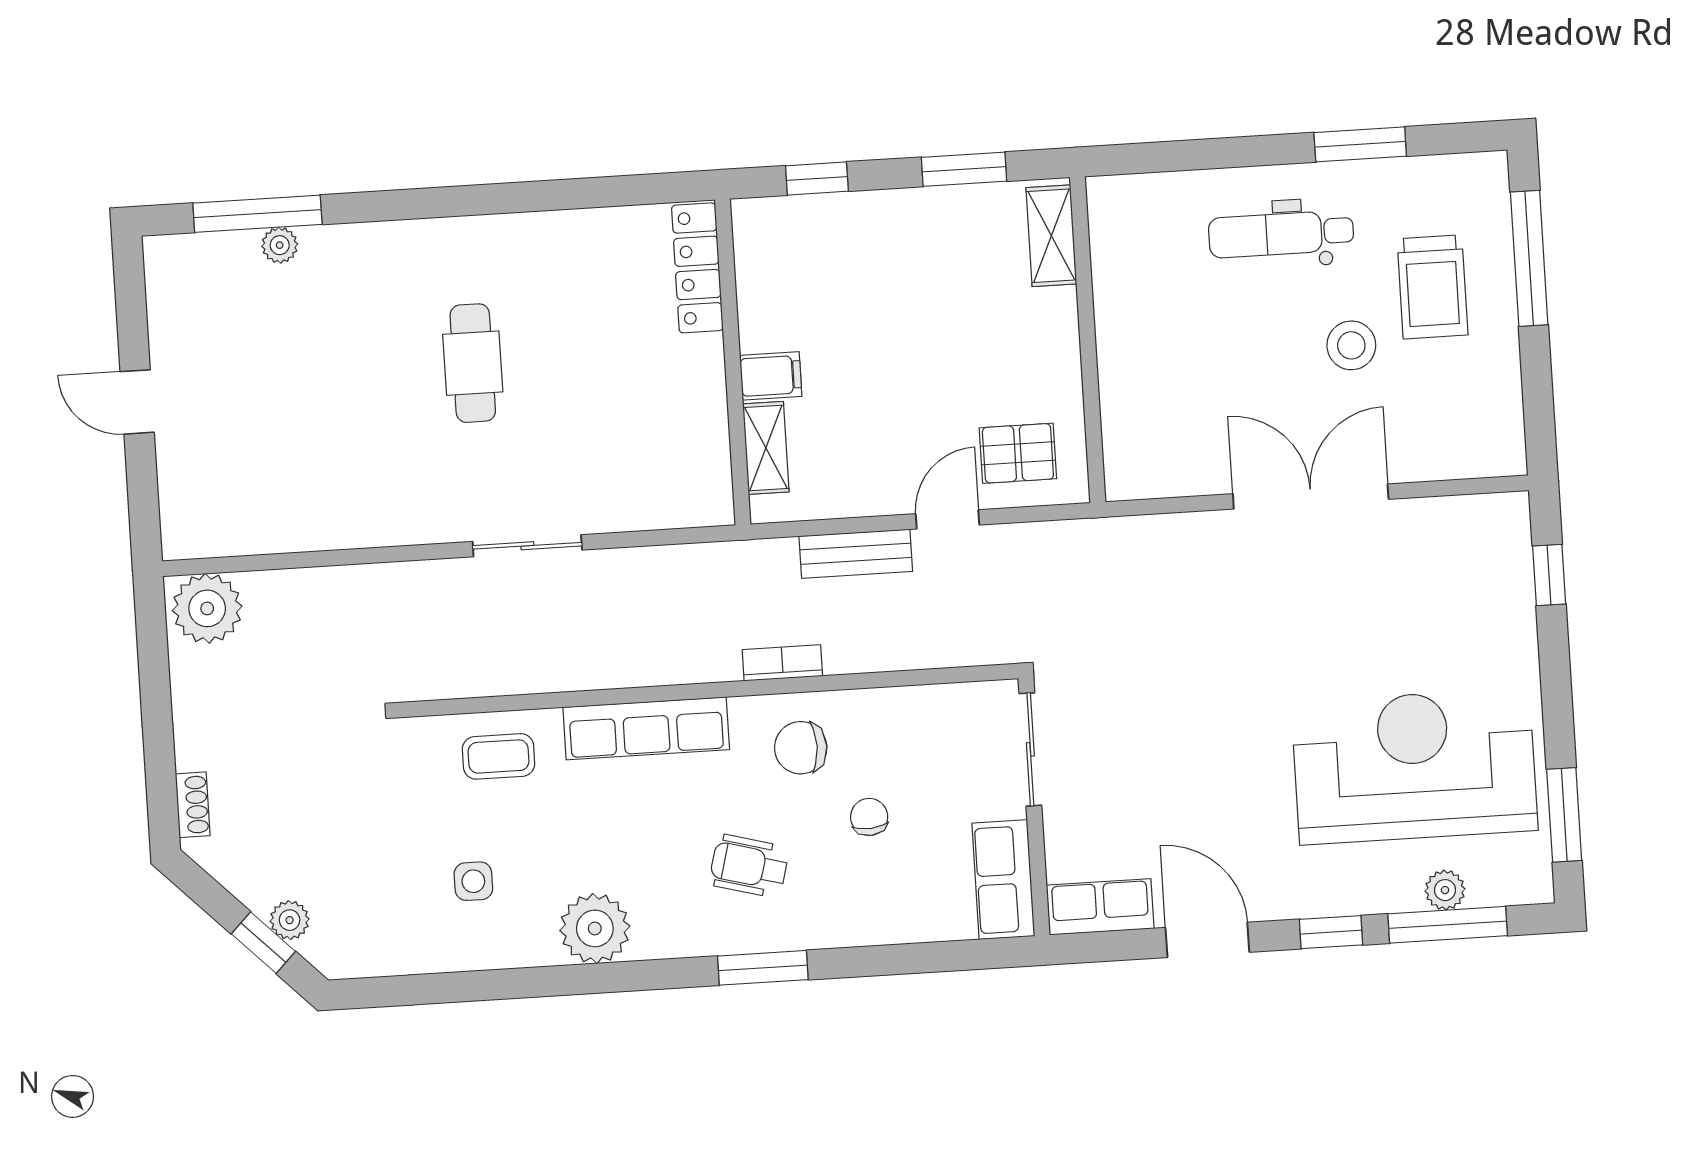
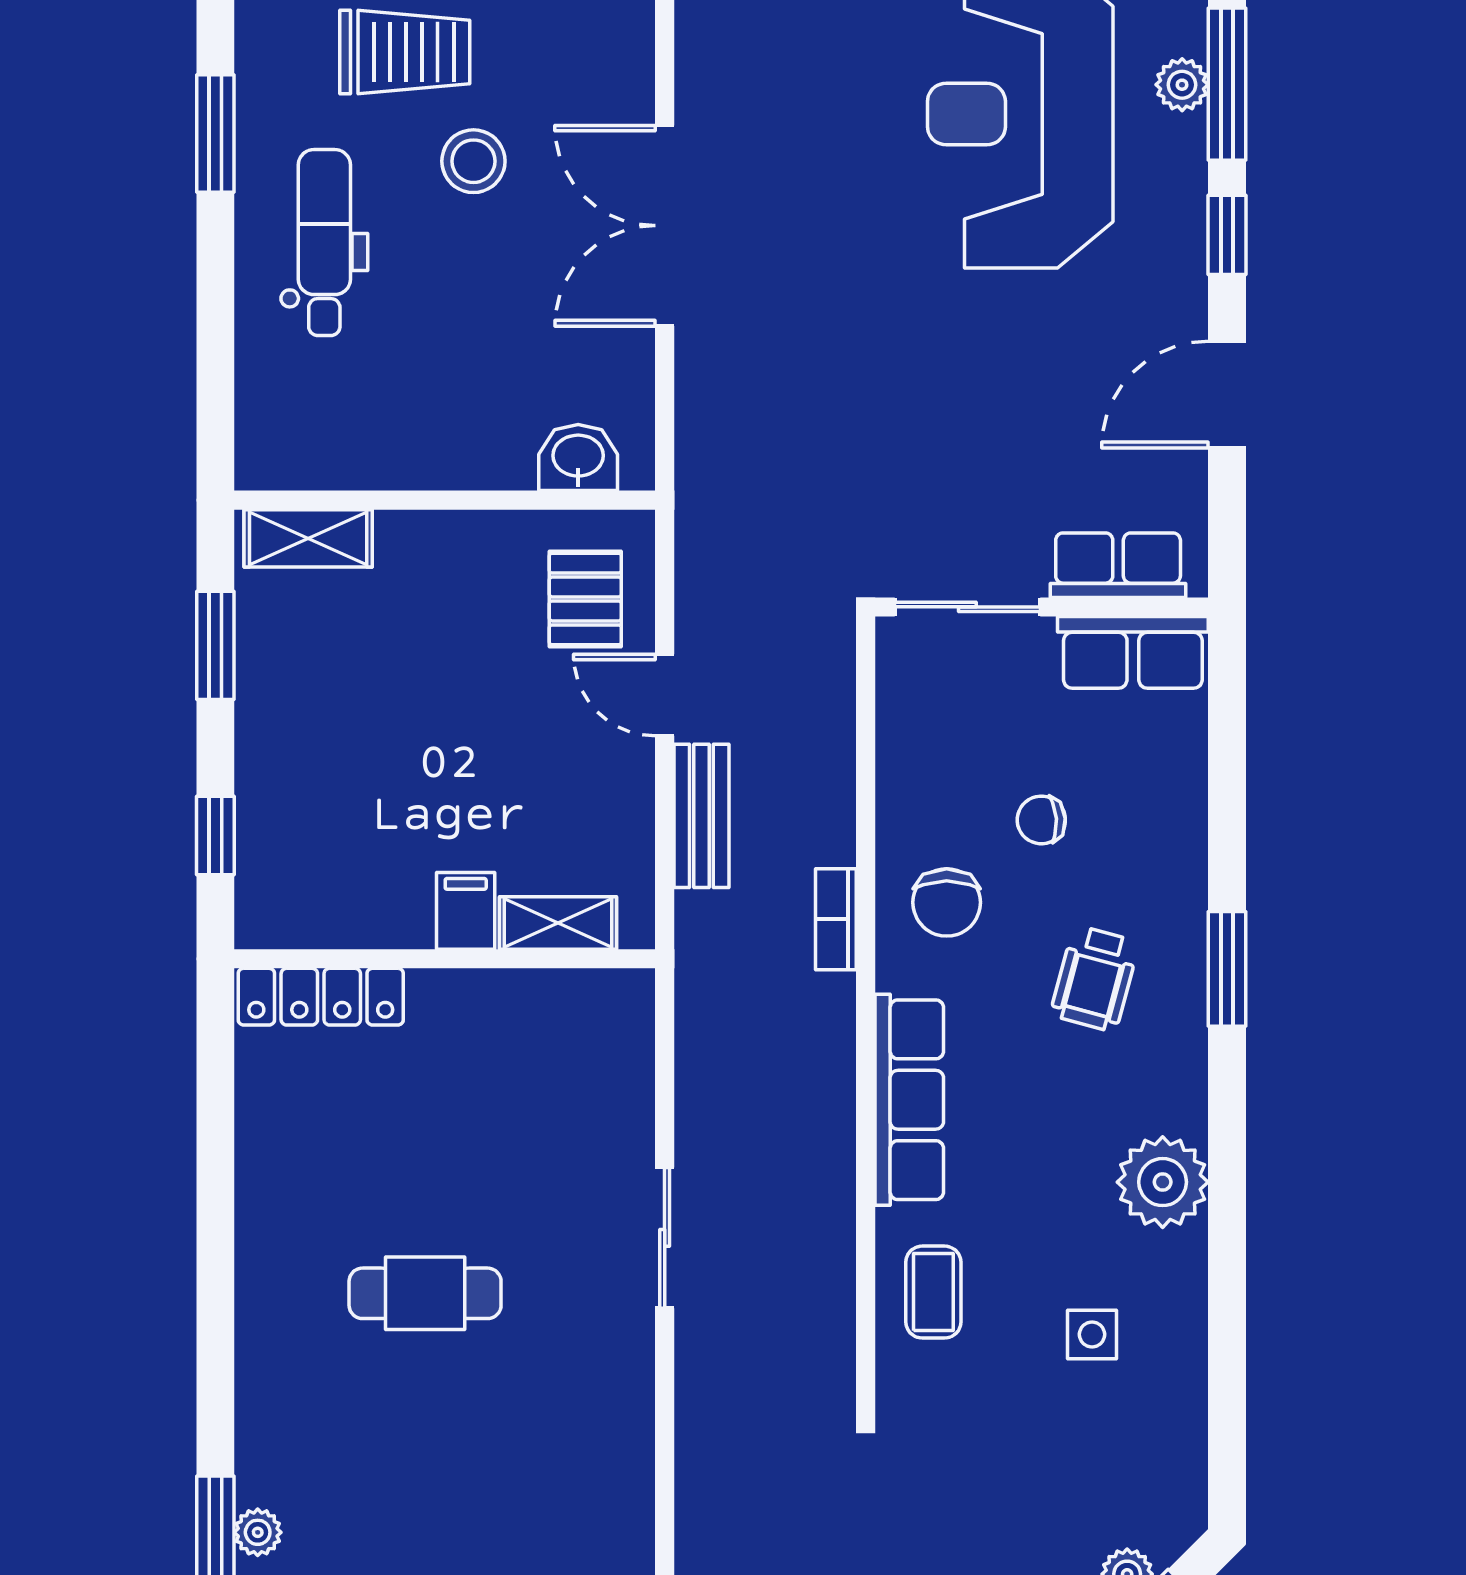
dental chair: (1281, 234) -> (324, 243), turned 180
washbasin: (1127, 441) -> (578, 458), added
row of seats: (1100, 907) -> (1118, 565), moved, turned 90

